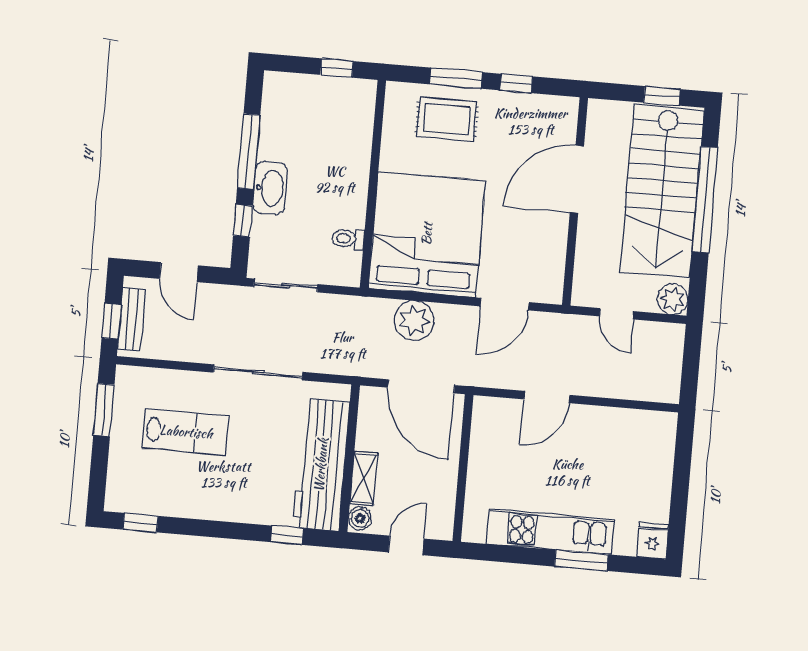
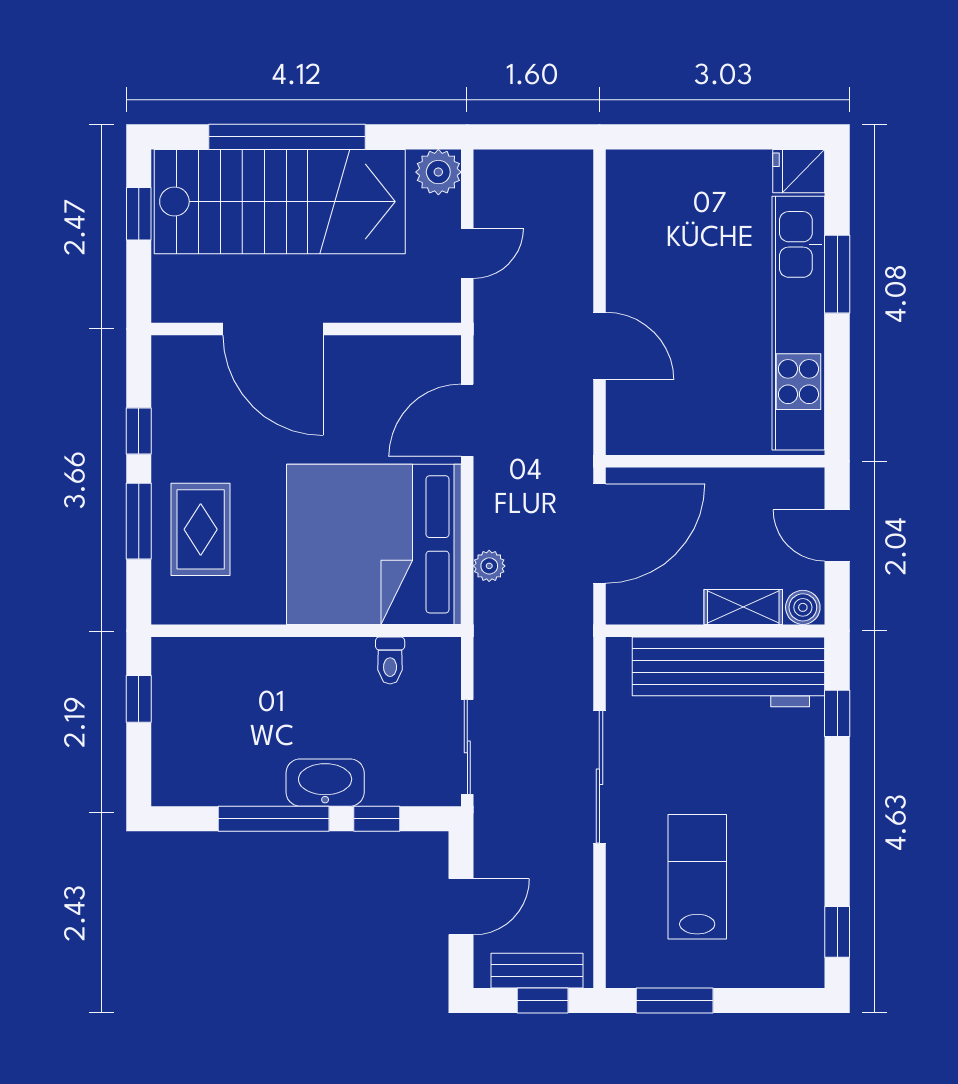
door: (505, 304) -> (467, 420), swing flipped
plant: (414, 321) -> (489, 566), width x0.53, depth x0.53
kitchen unit: (551, 532) -> (798, 323), width x1.36

